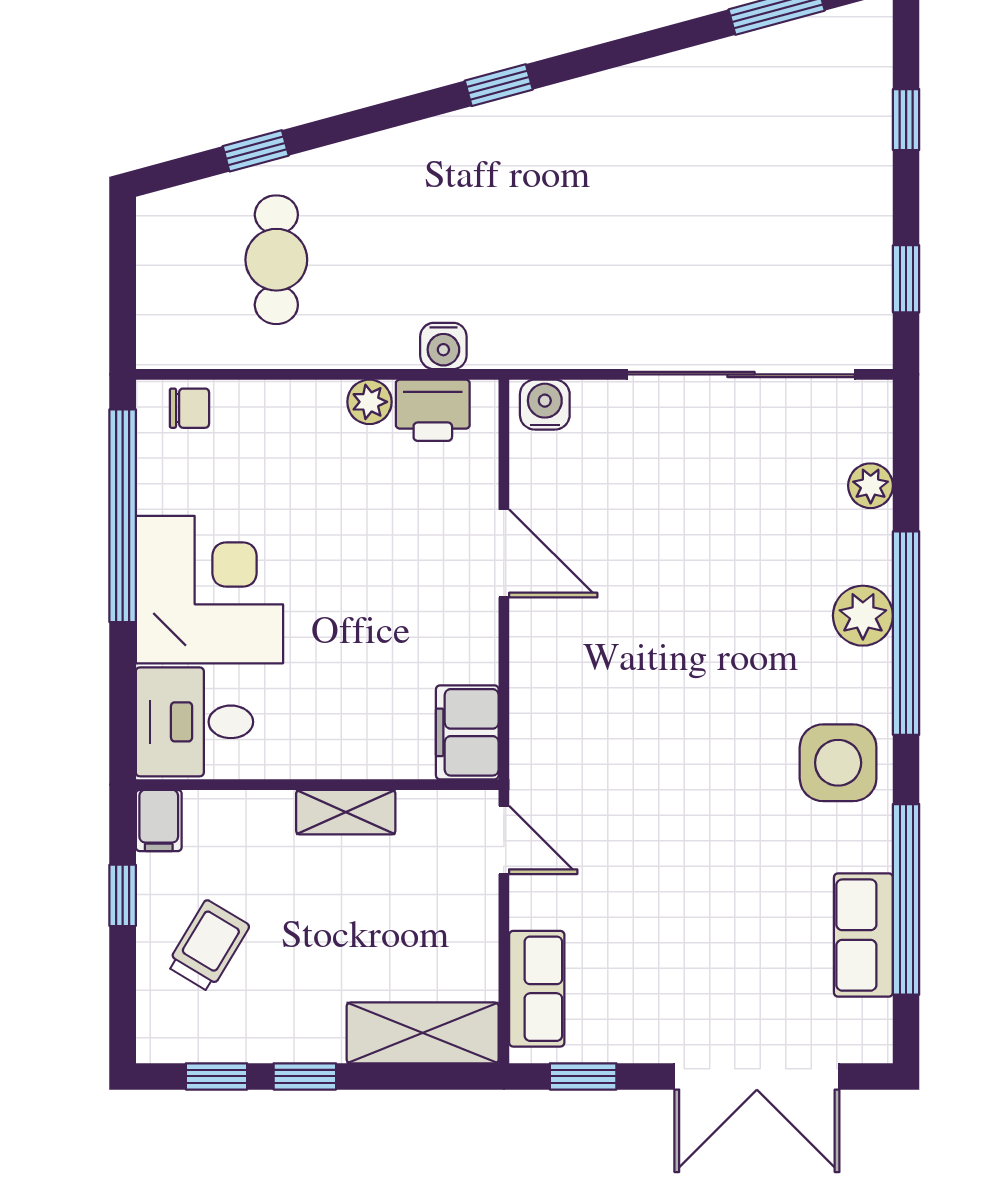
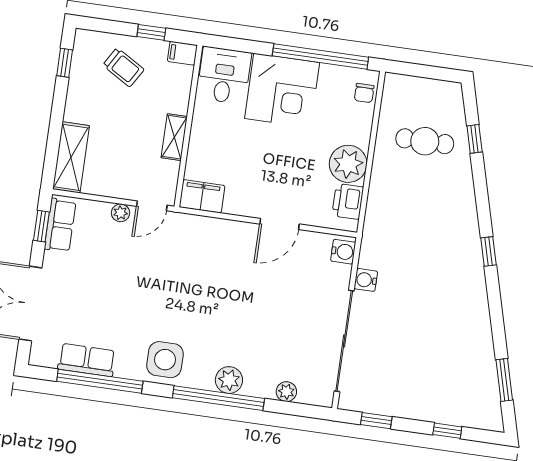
water cooler: (443, 346) -> (366, 280), moved
plant: (369, 402) -> (348, 164), width x1.88, depth x1.88
plant: (529, 907) -> (120, 213), added
row of seats: (537, 989) -> (60, 225), moved, turned -90
window: (305, 1076) -> (59, 102), removed

